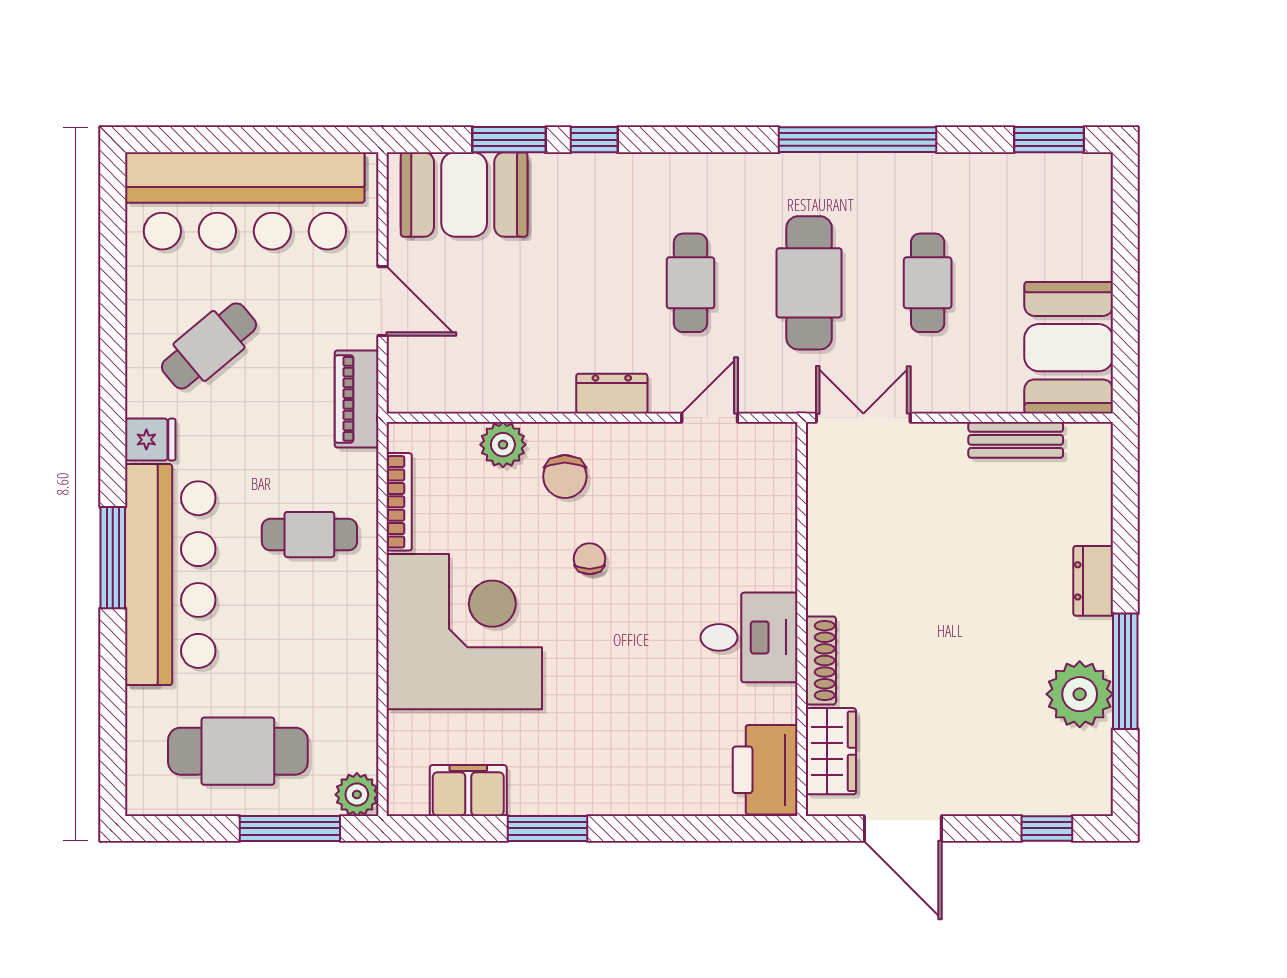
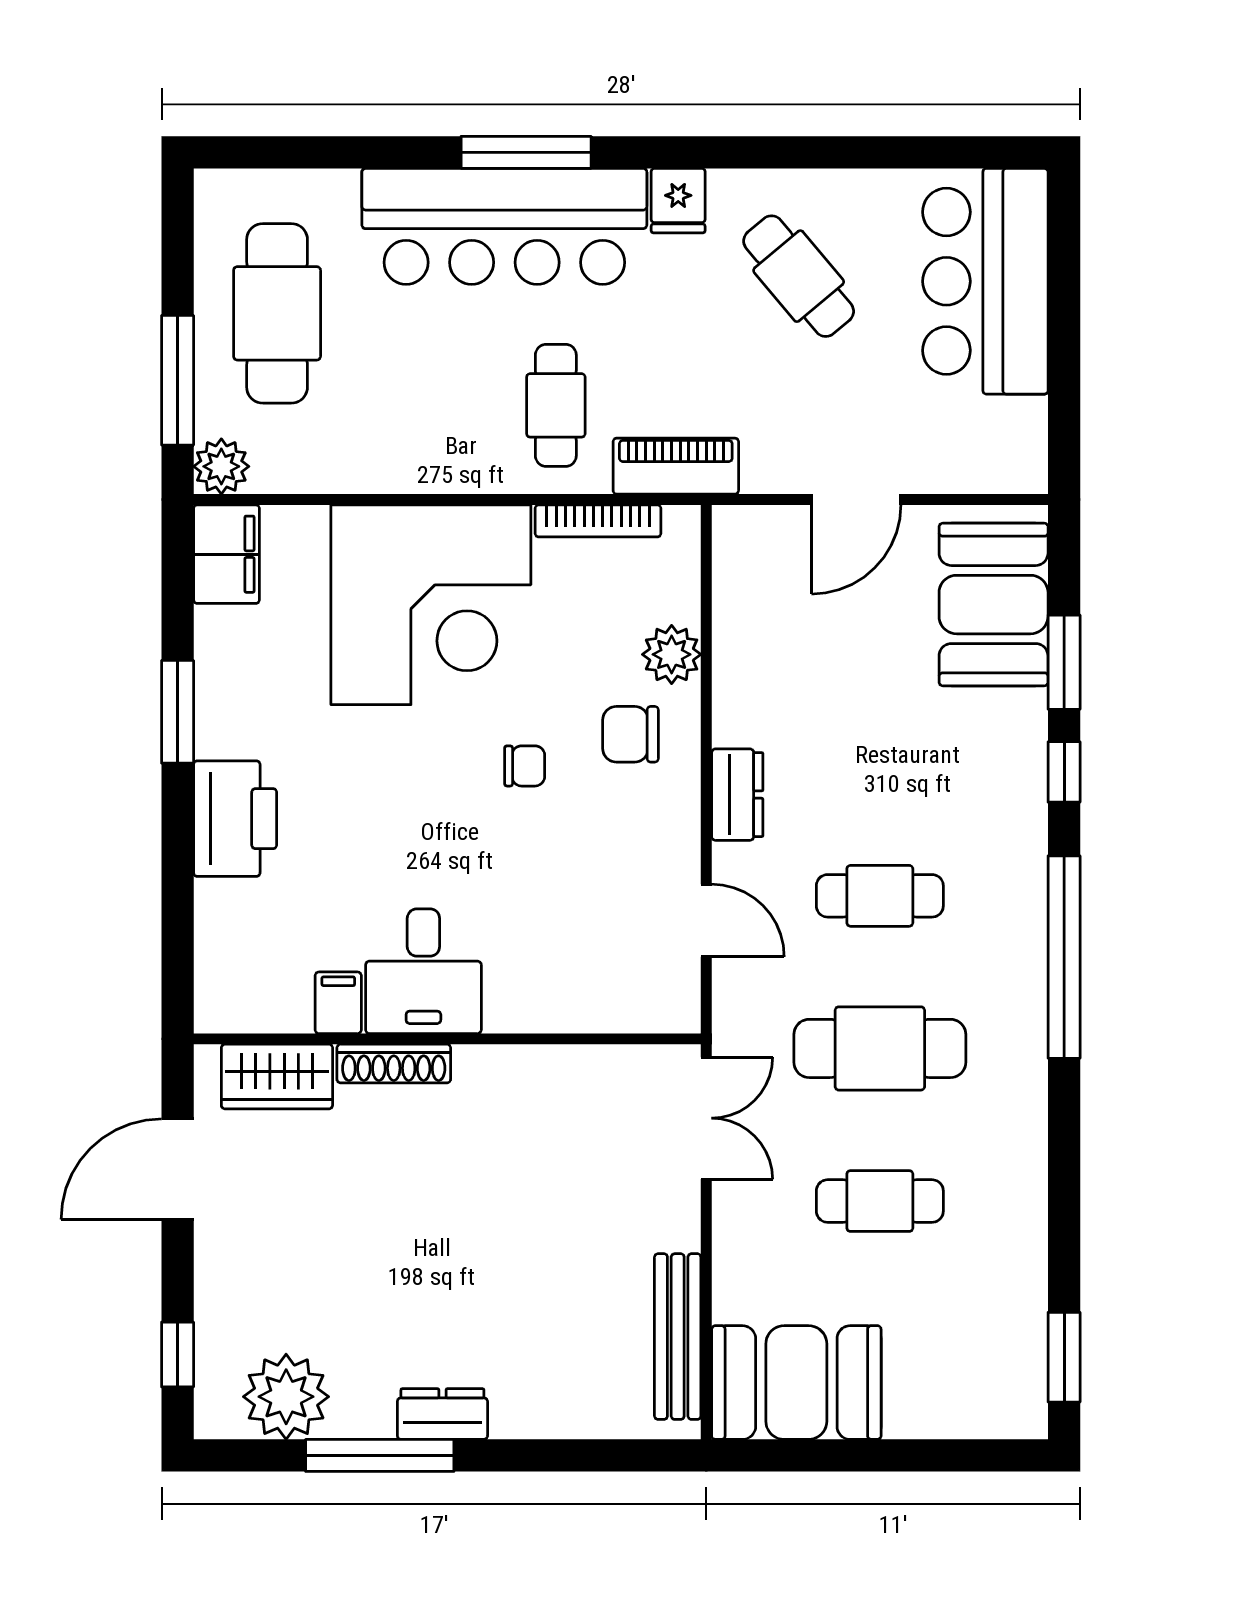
window: (858, 140) -> (1064, 957), moved
bar counter: (245, 201) -> (985, 281), width x0.73
piano: (357, 399) -> (676, 466), moved
bench: (1016, 440) -> (678, 1337), width x1.36
dresser: (1093, 581) -> (442, 1414), moved
plant: (1080, 694) -> (286, 1397), moved
filing cabinet: (774, 704) -> (338, 1003), added
printer: (765, 770) -> (235, 819), moved, turned 90
filing cabinet: (468, 790) -> (226, 554), moved

